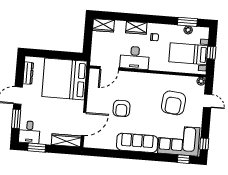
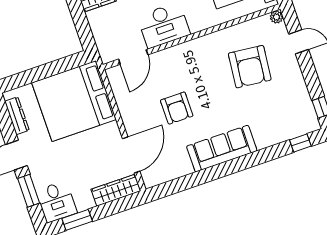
corner sofa: (179, 140) -> (281, 118), removed

